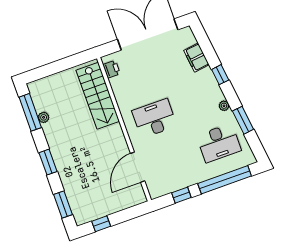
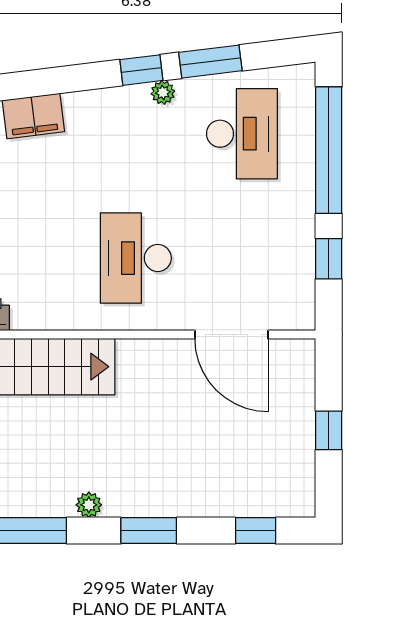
window: (220, 75) -> (141, 70), moved
plant: (44, 117) -> (89, 505), moved
window: (63, 204) -> (256, 531), width x0.67
window: (101, 224) -> (329, 430), moved

